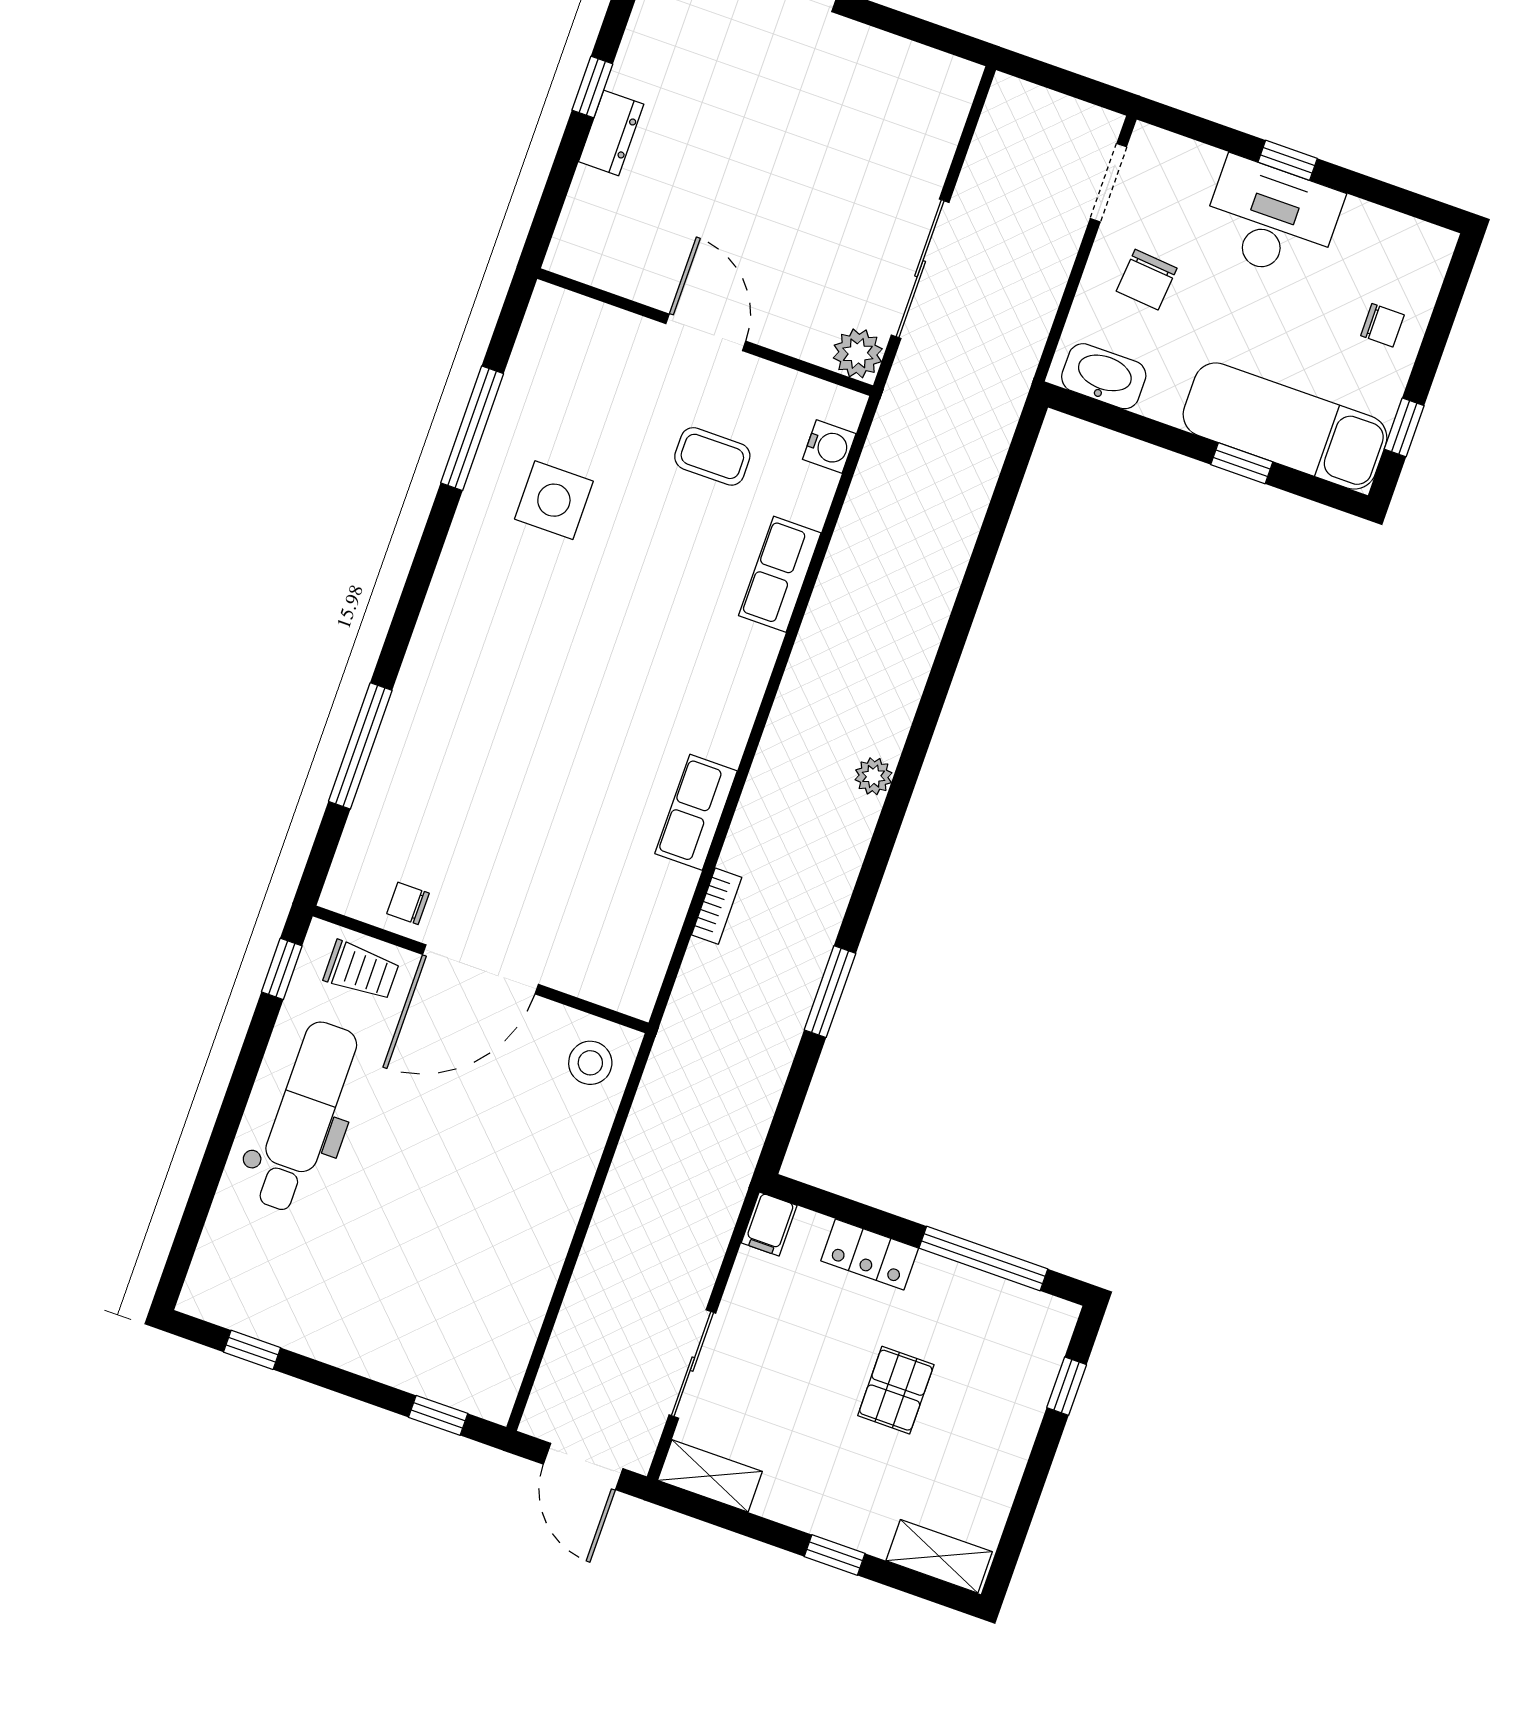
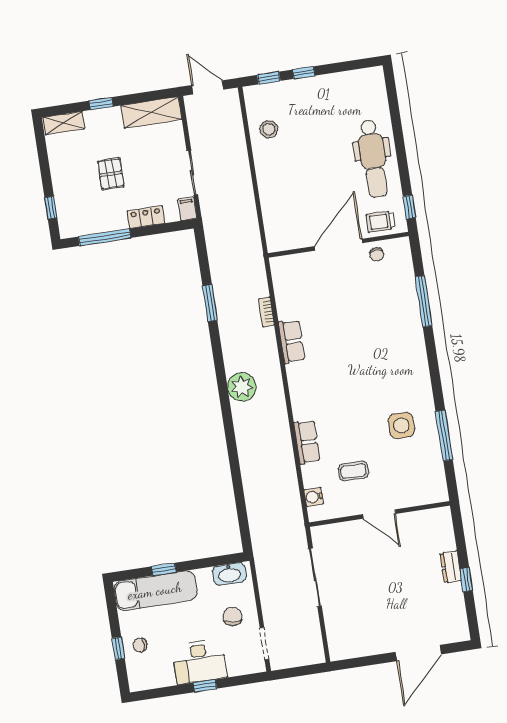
plant: (858, 353) -> (321, 535), removed
window: (1404, 427) -> (118, 648), moved
plant: (874, 776) -> (242, 387), width x1.88, depth x1.88
chair: (408, 903) -> (377, 254), turned 90
stool: (590, 1063) -> (269, 129), moved
window: (252, 1350) -> (304, 73), moved
sliding door: (692, 1364) -> (192, 173), moved
shelving: (710, 1476) -> (151, 112), width x1.50, depth x1.33

